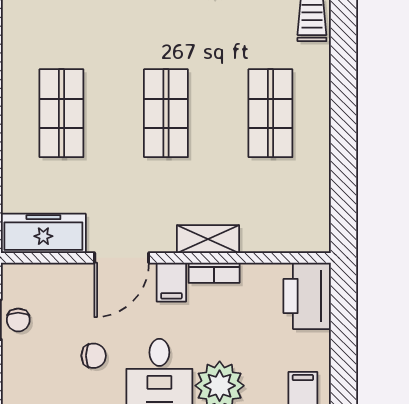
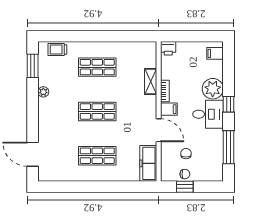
shelving: (208, 239) -> (151, 81), moved
printer: (307, 296) -> (168, 48), width x0.53, depth x0.68
chair: (94, 356) -> (186, 154), moved

